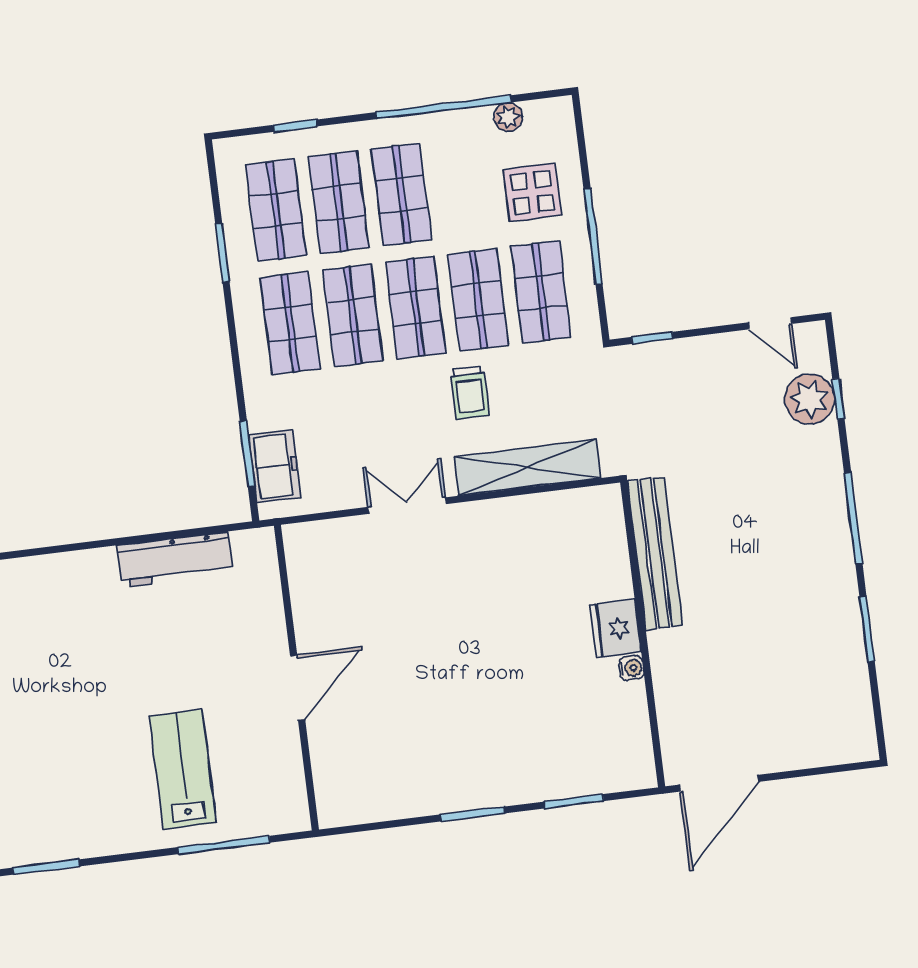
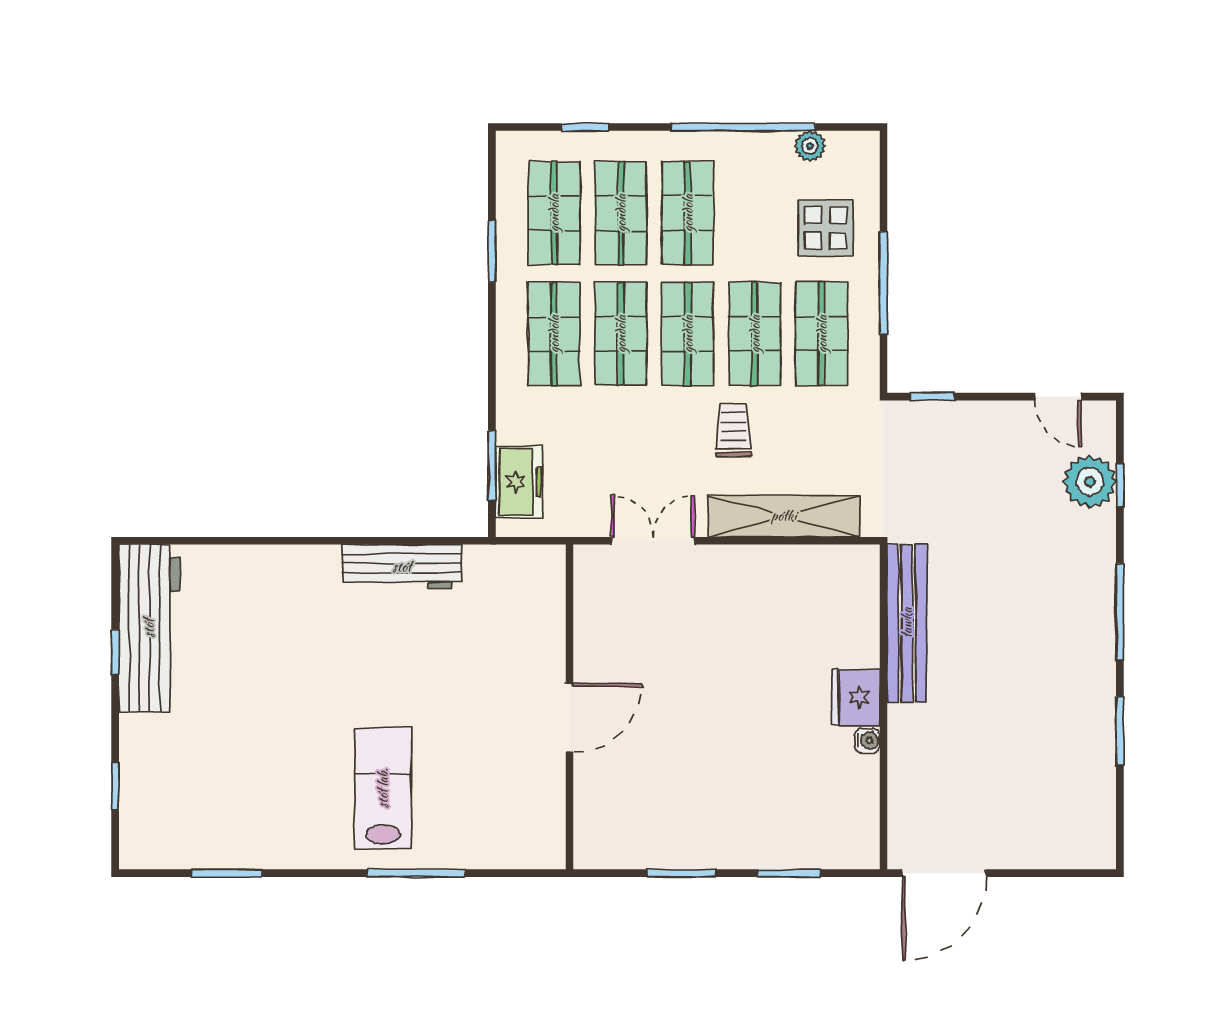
trolley: (470, 392) -> (734, 430), turned 180
wall: (296, 678) -> (569, 707), moved
door: (298, 688) -> (569, 718), moved

